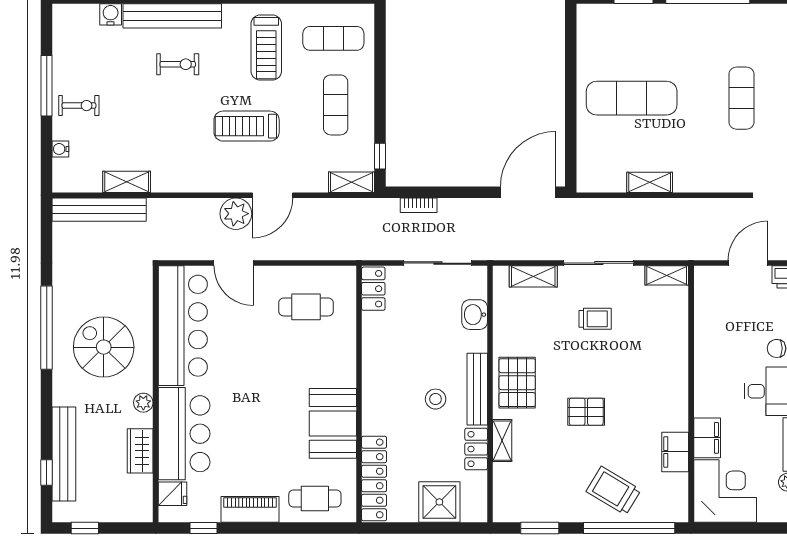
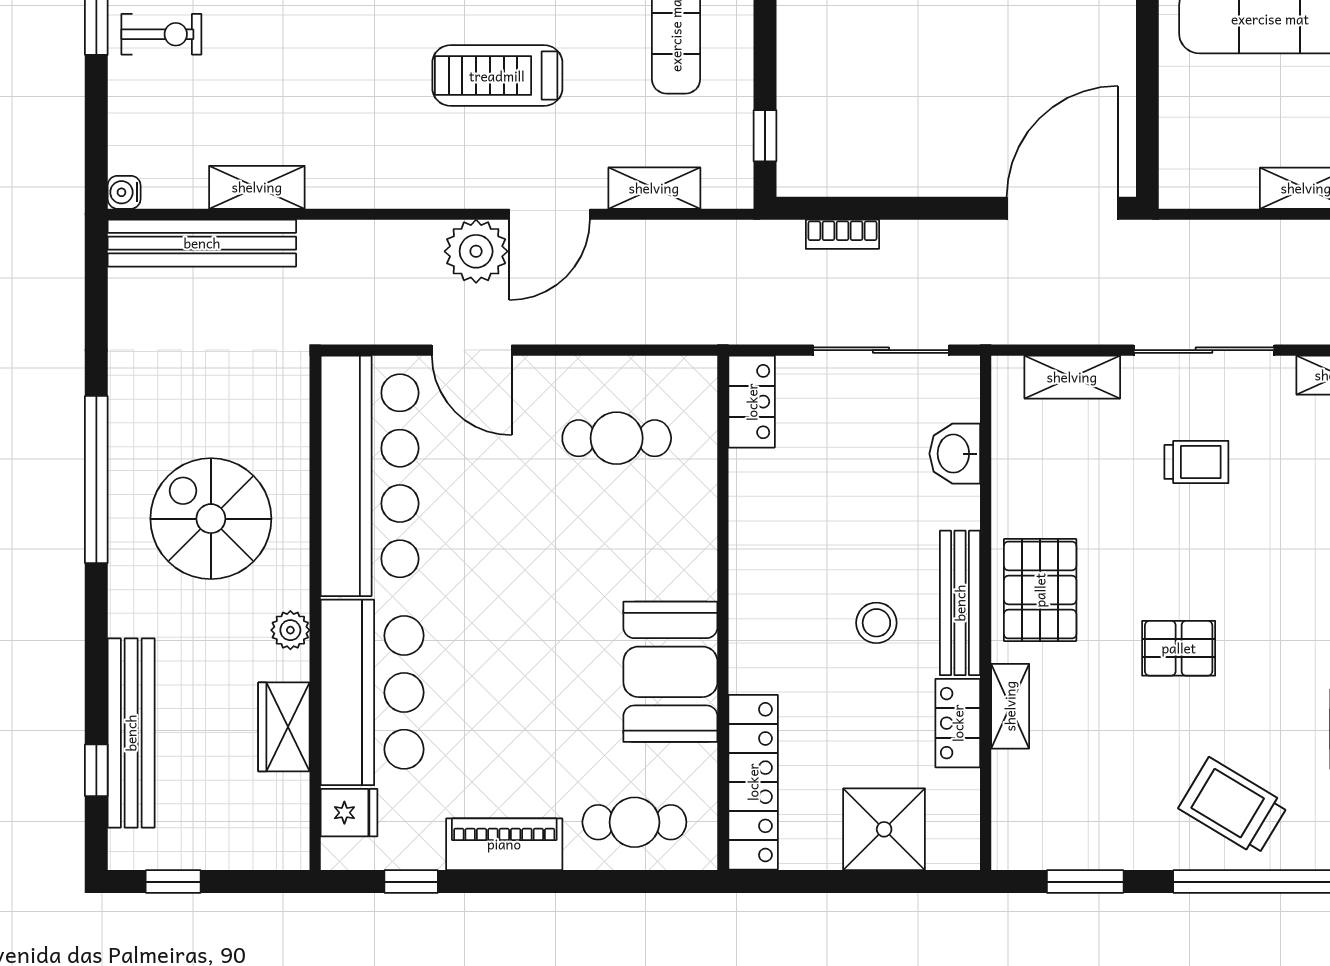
water cooler: (60, 149) -> (124, 192), moved
shelving: (351, 182) -> (654, 188), moved

